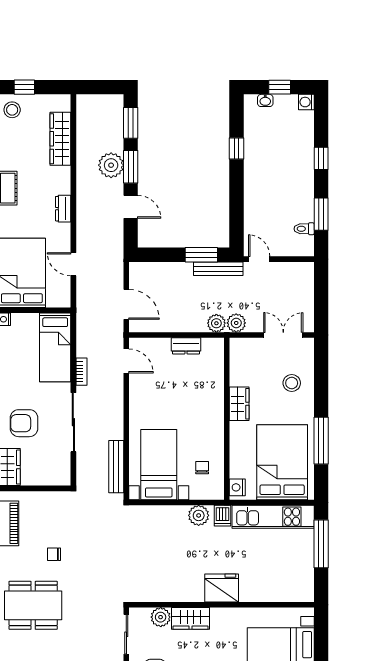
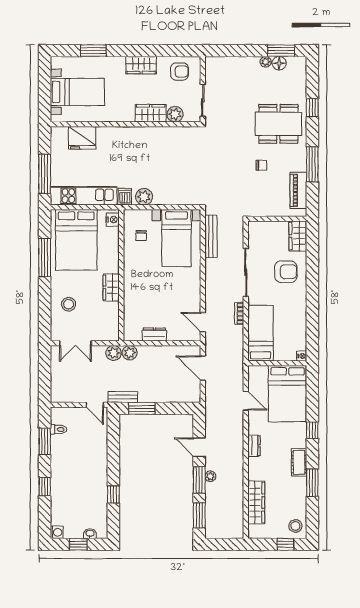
plant: (111, 165) -> (210, 476), width x0.53, depth x0.53
bench: (218, 269) -> (123, 397), width x0.73
fridge: (222, 588) -> (82, 138), moved

